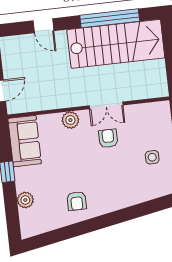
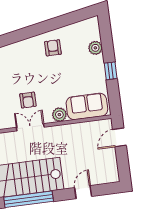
door: (43, 26) -> (83, 192), hinge flipped
sofa: (25, 141) -> (87, 106), moved, turned 90

